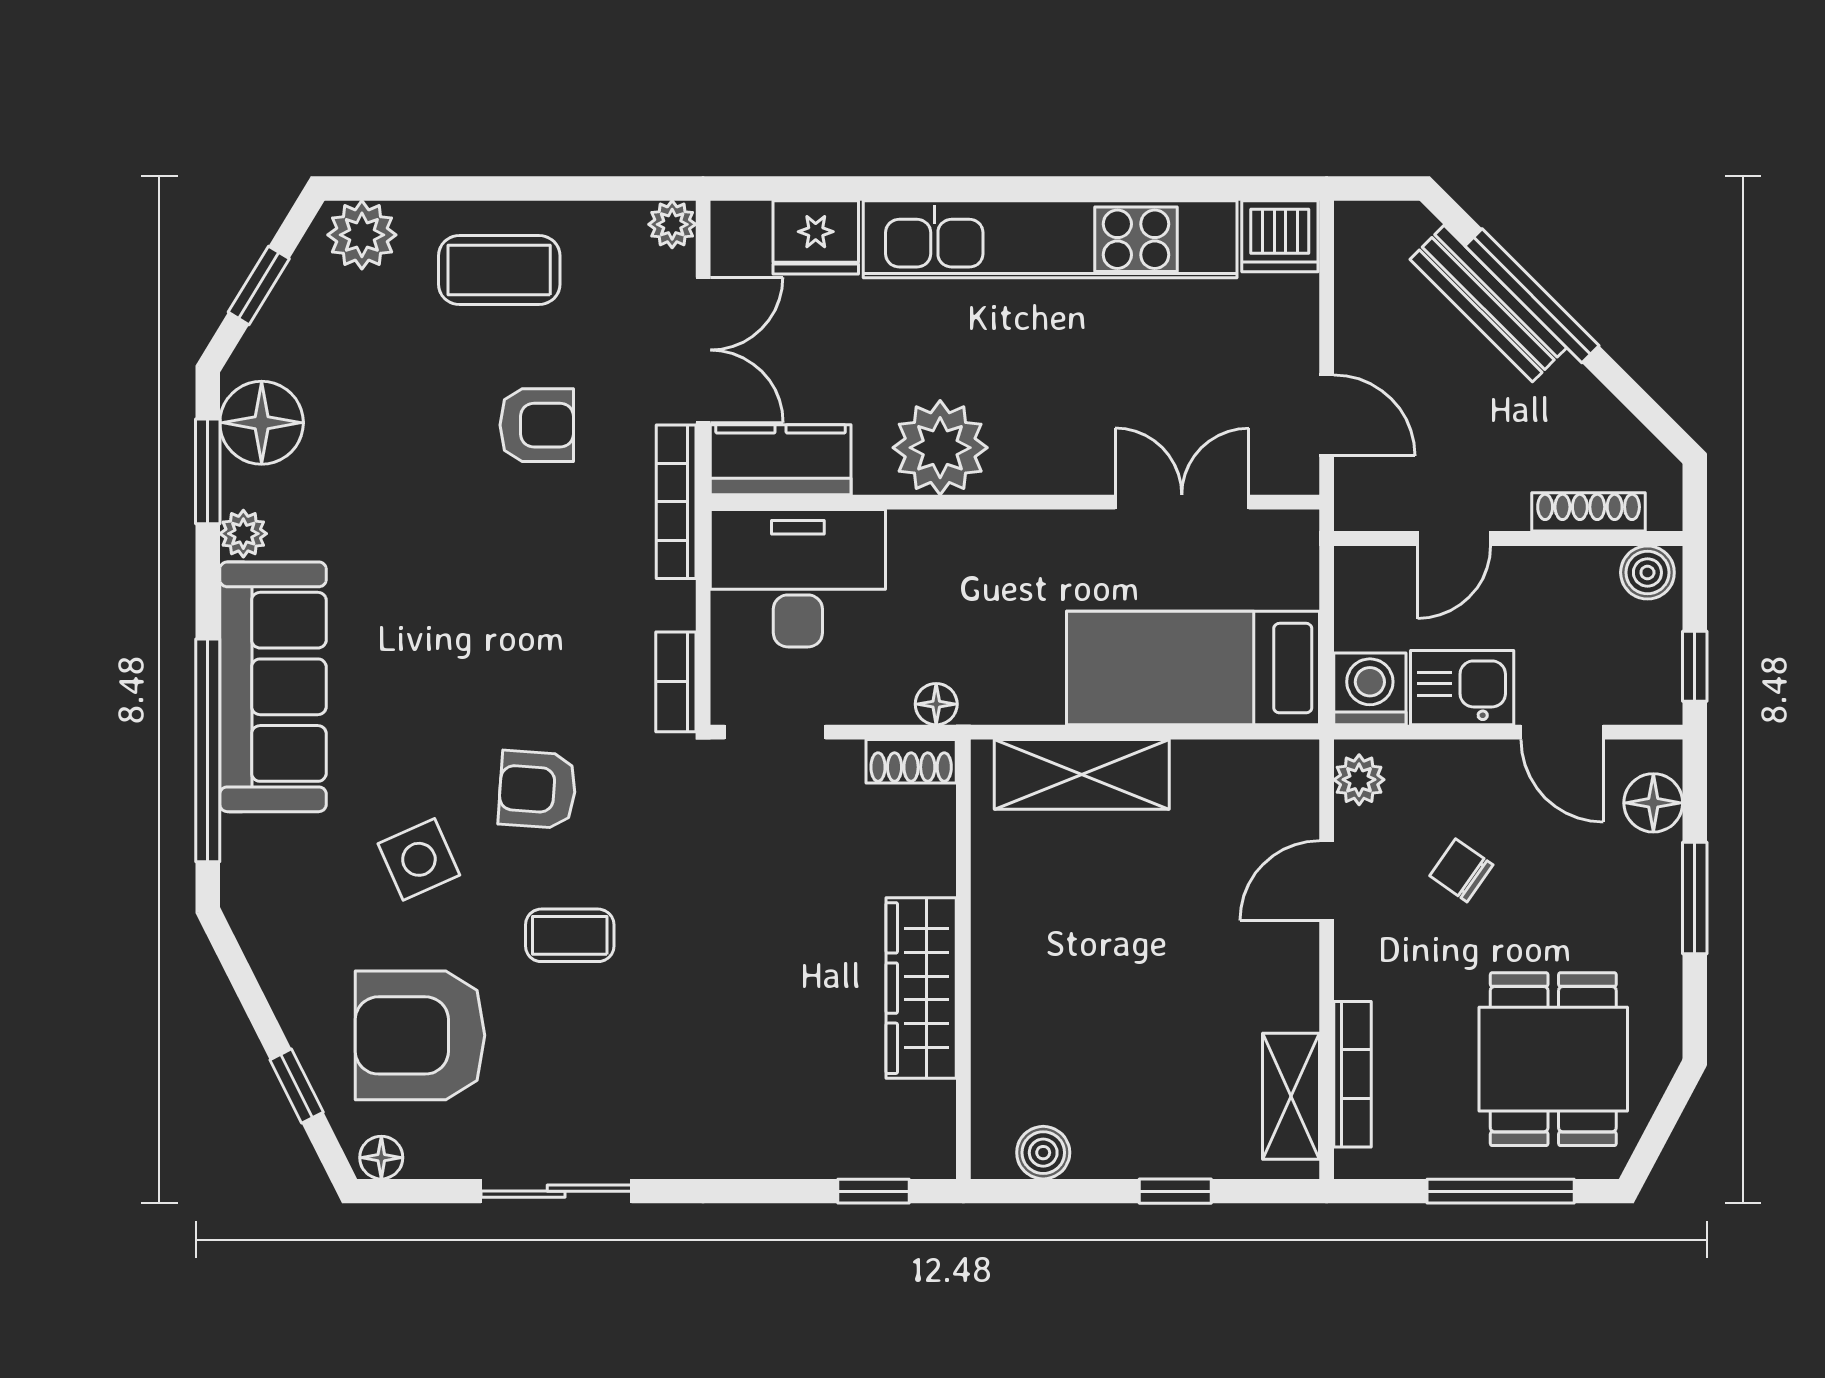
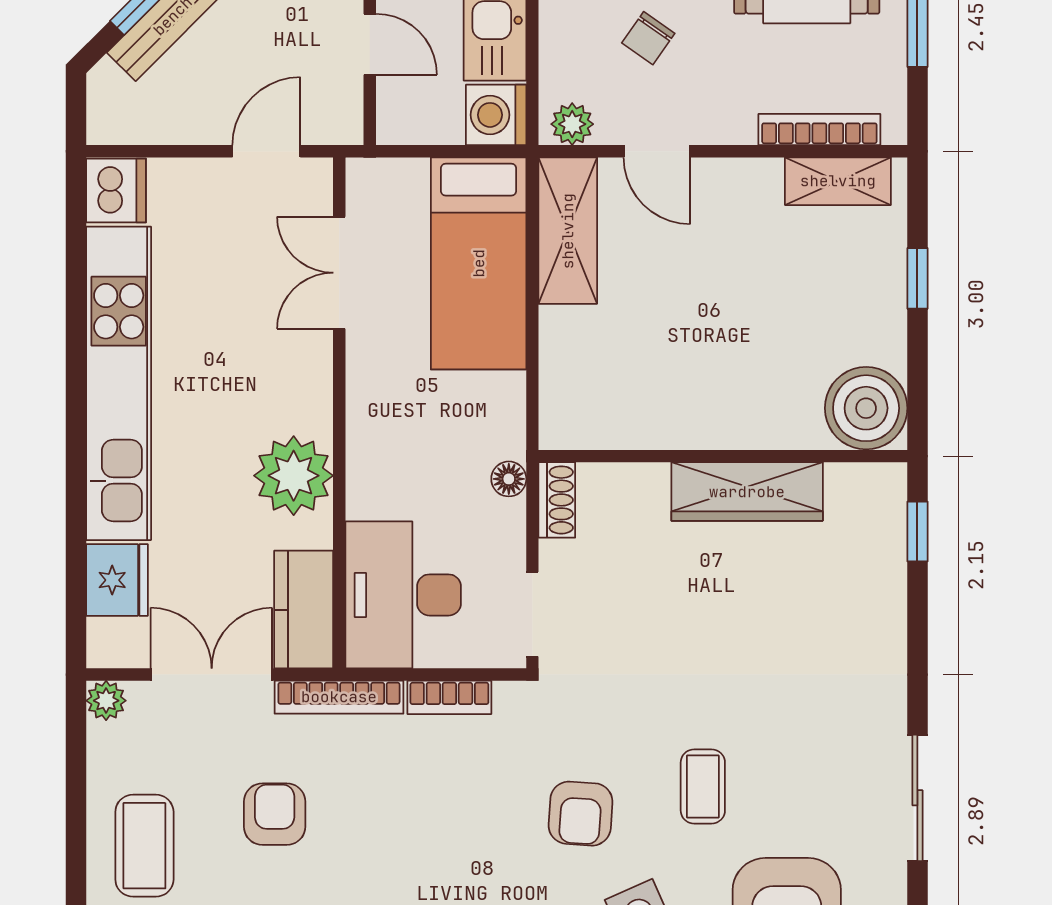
bookcase: (676, 682) -> (449, 697), moved
shelving: (1082, 774) -> (568, 231), moved
boiler: (1043, 1153) -> (866, 408), width x1.86, depth x1.86

